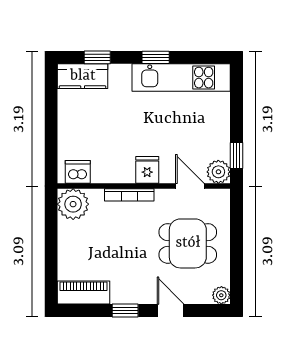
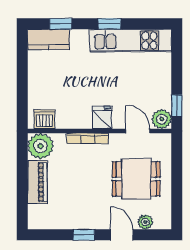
piano: (84, 292) -> (37, 182), moved, turned 90
plant: (221, 295) -> (145, 222), moved

